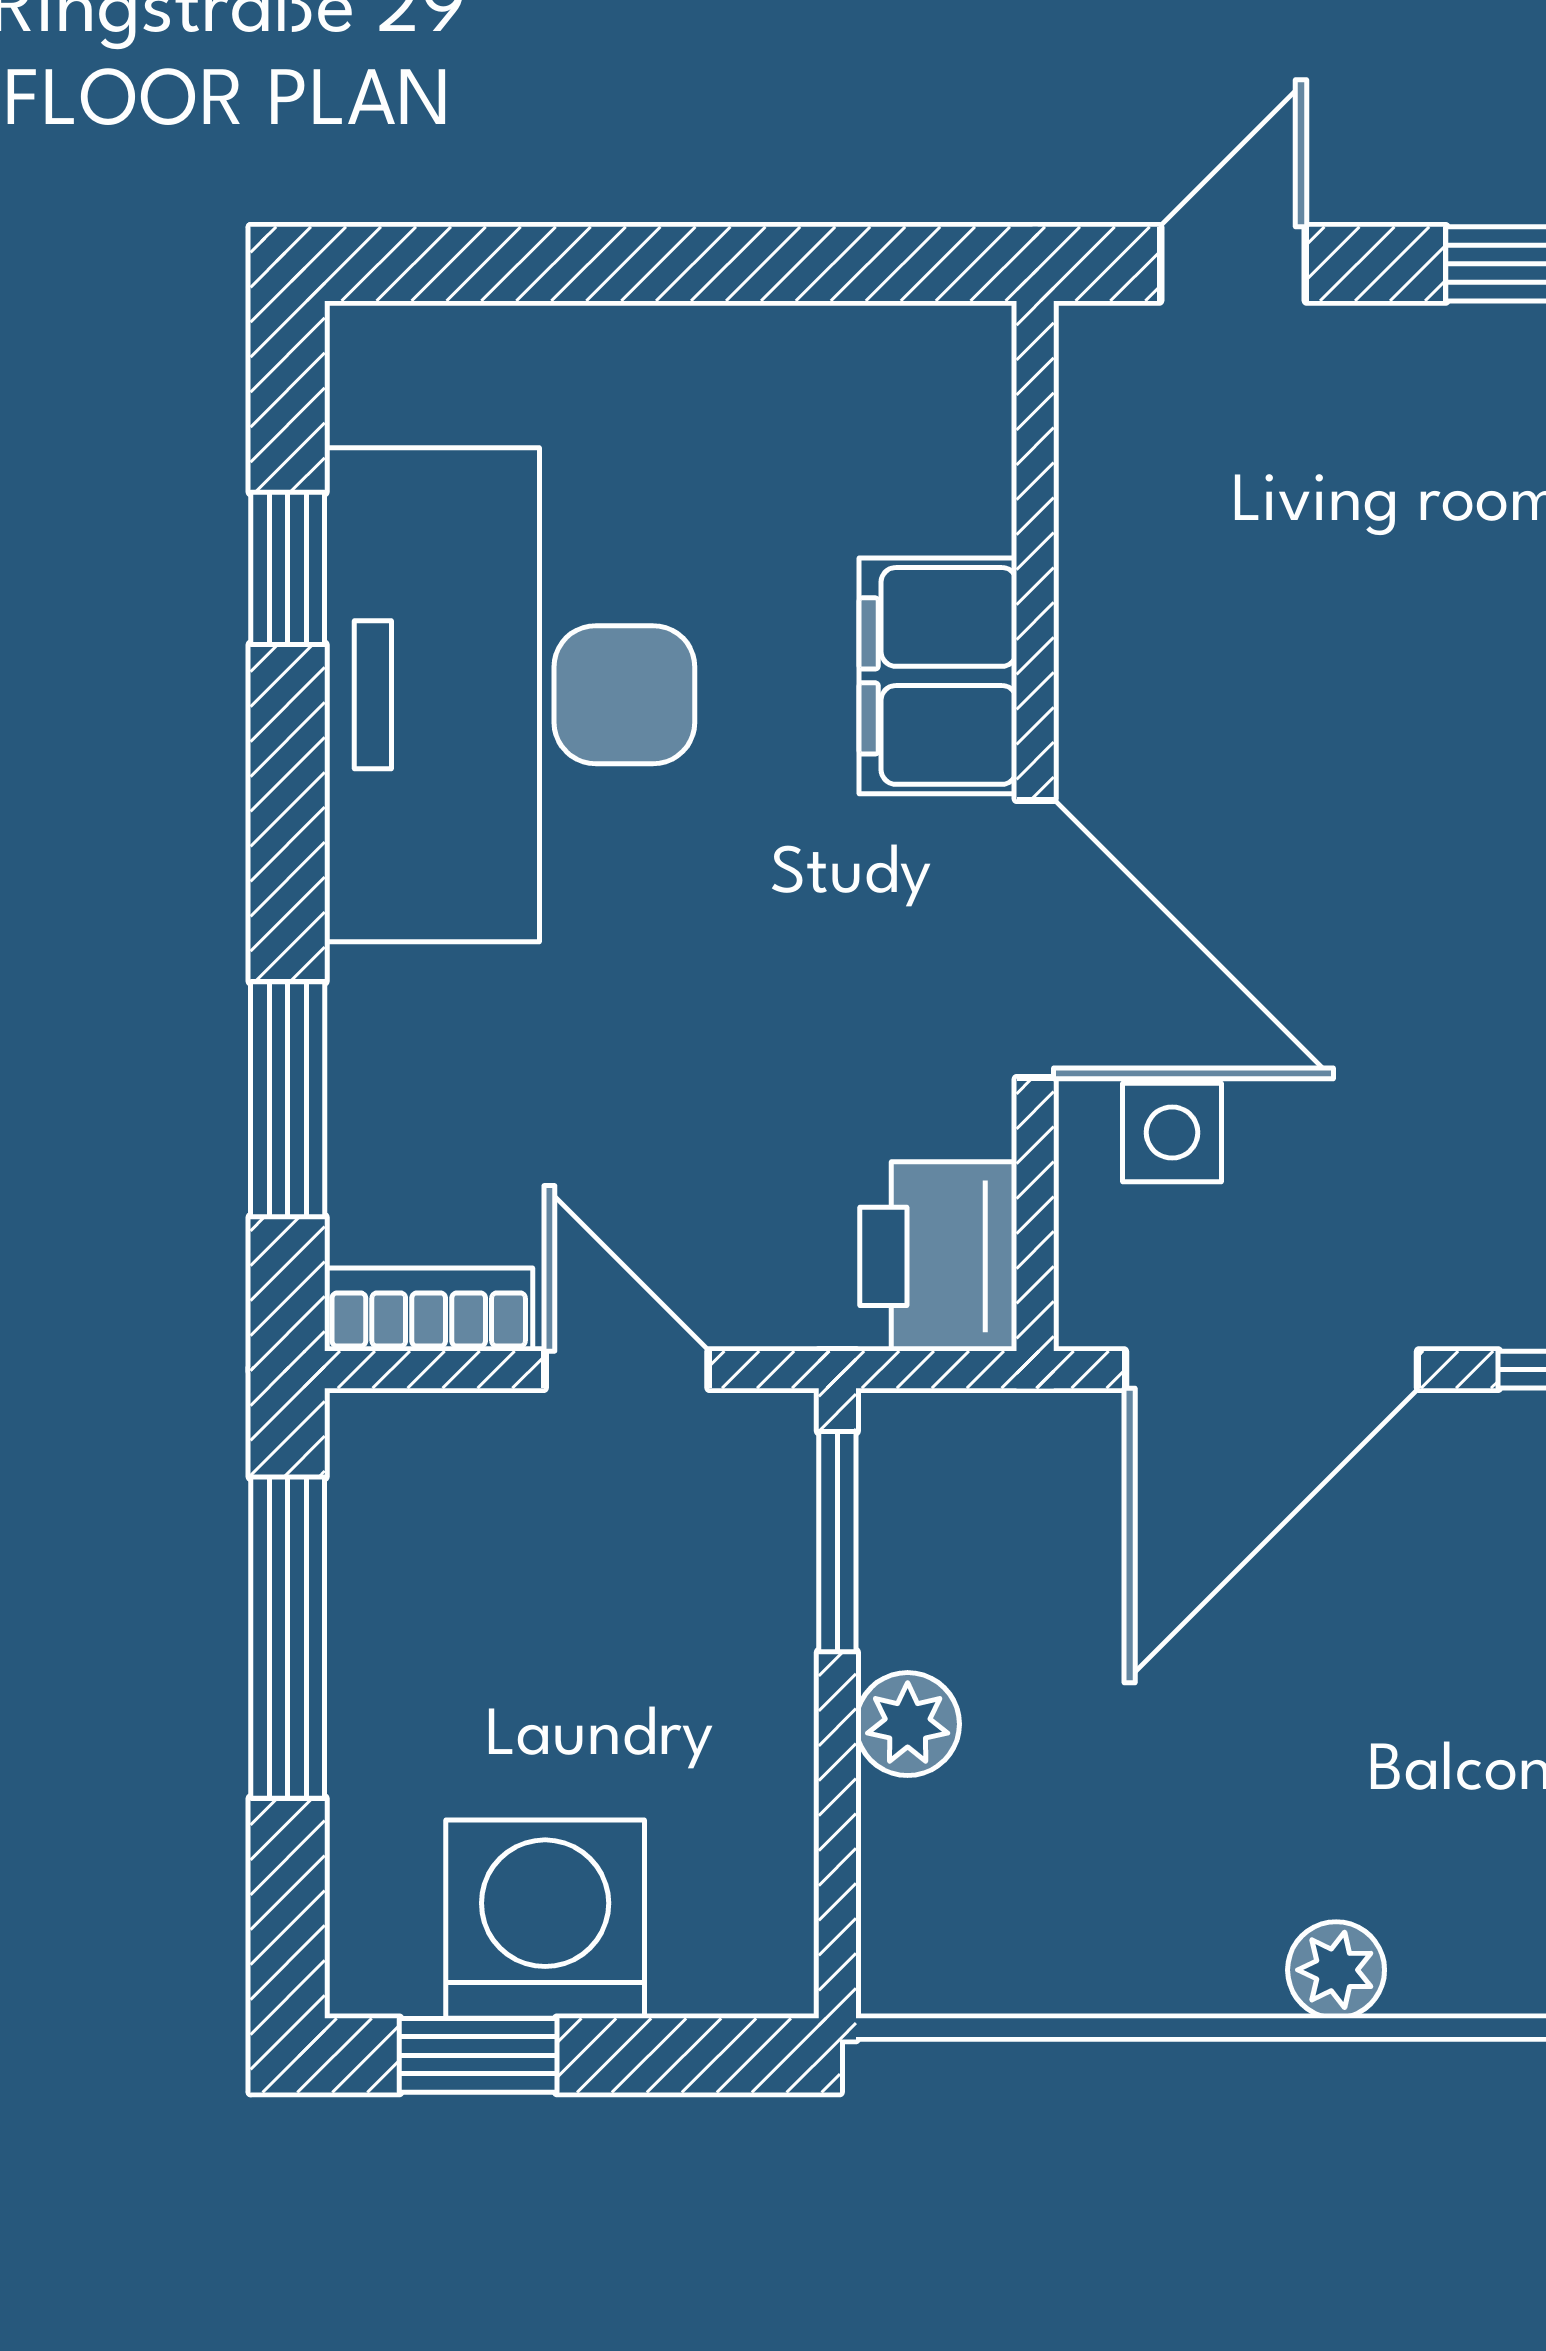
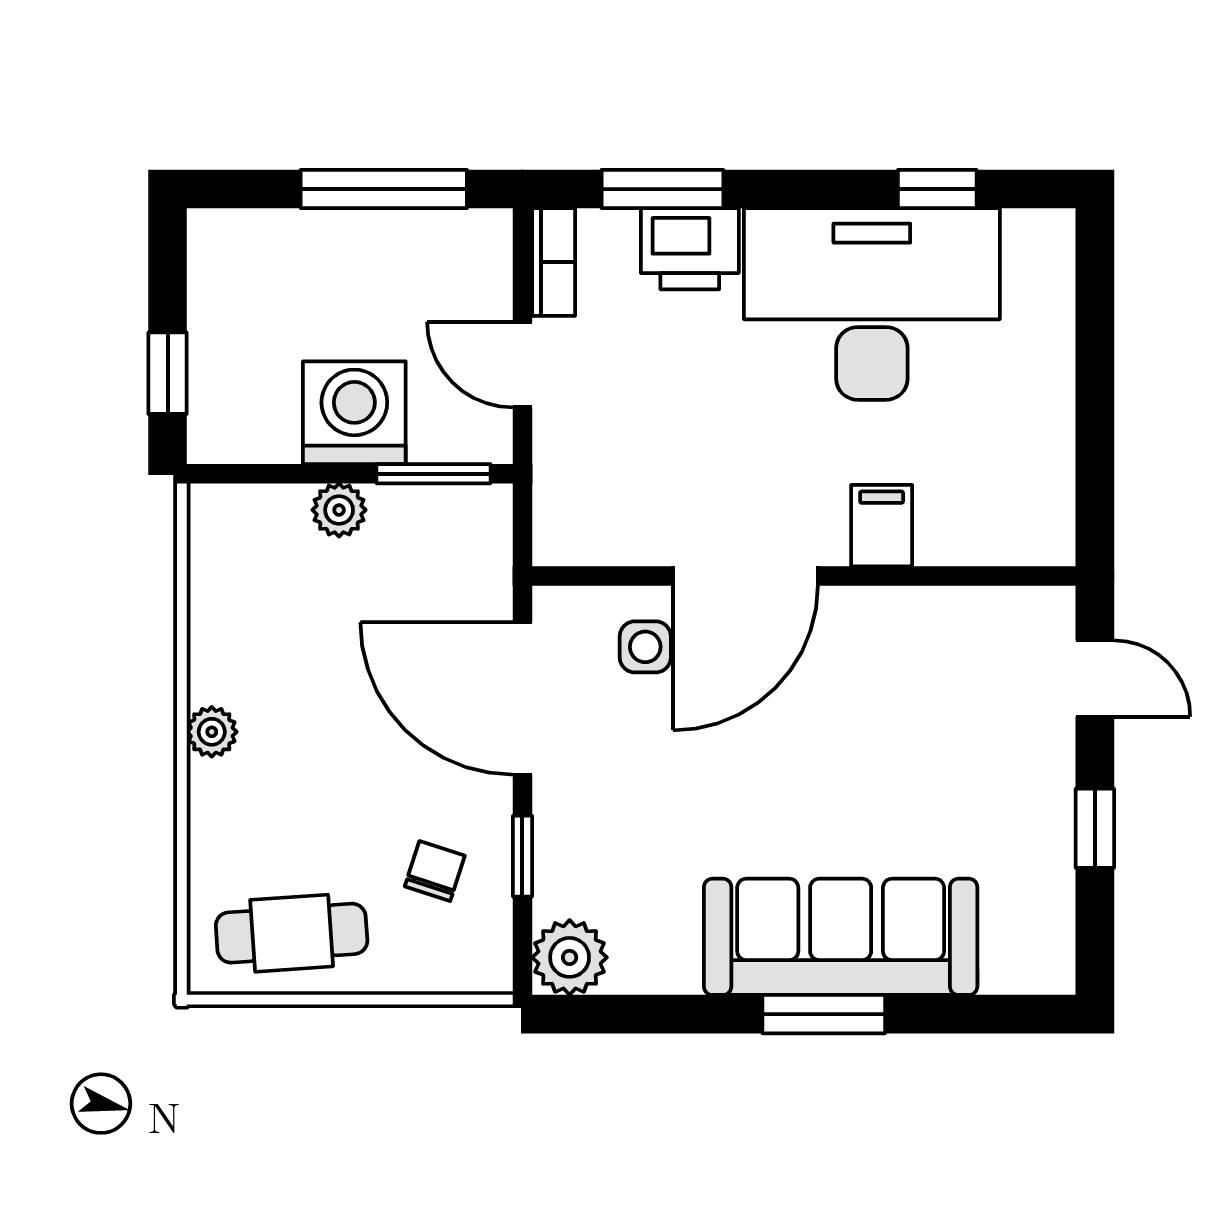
filing cabinet: (938, 676) -> (882, 526), width x0.50
printer: (938, 1256) -> (690, 249), moved, turned 180
door: (627, 1370) -> (522, 365), swing flipped
washing machine: (545, 1919) -> (354, 413), moved, turned -90
window: (478, 2055) -> (168, 373), moved

